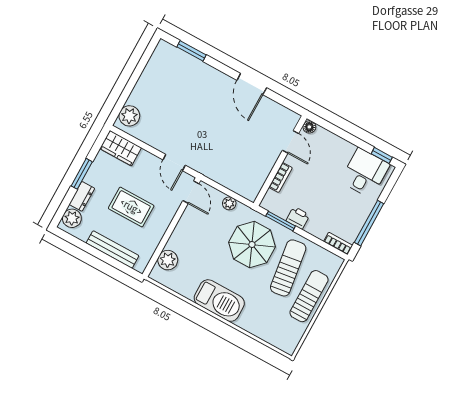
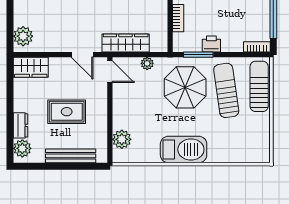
window: (82, 174) -> (10, 107), removed
wardrobe: (220, 174) -> (126, 43), added
sun lounger: (309, 296) -> (259, 86), moved

